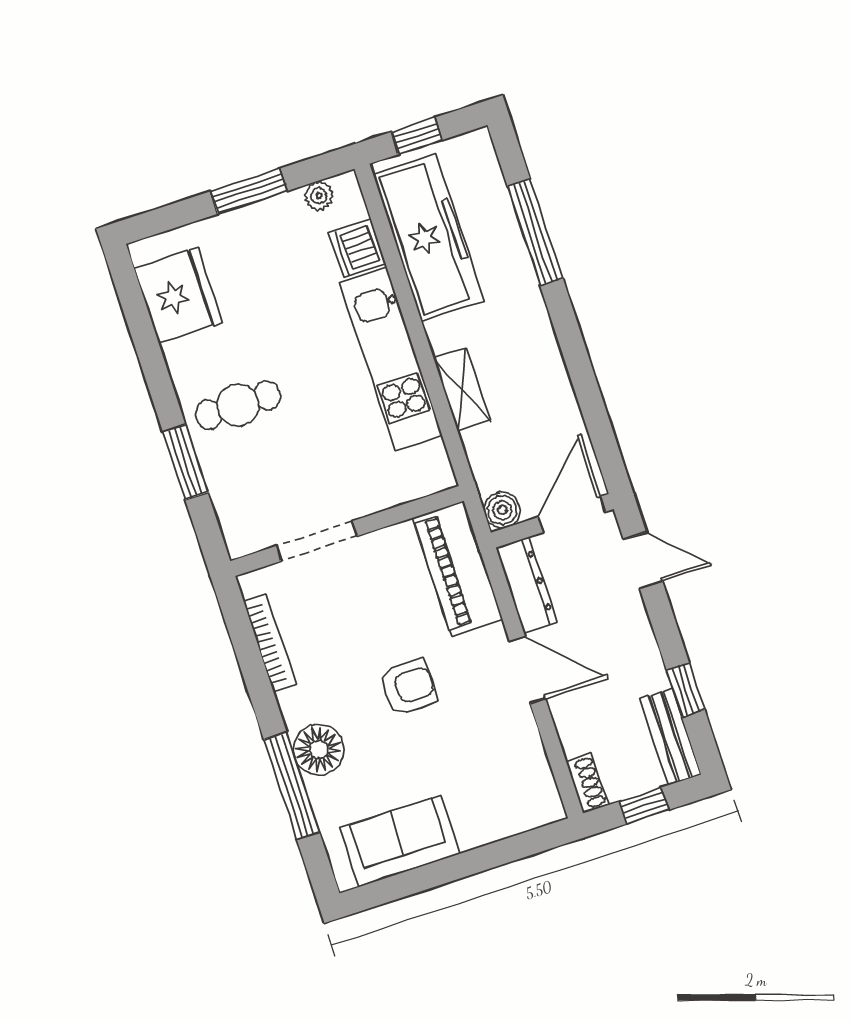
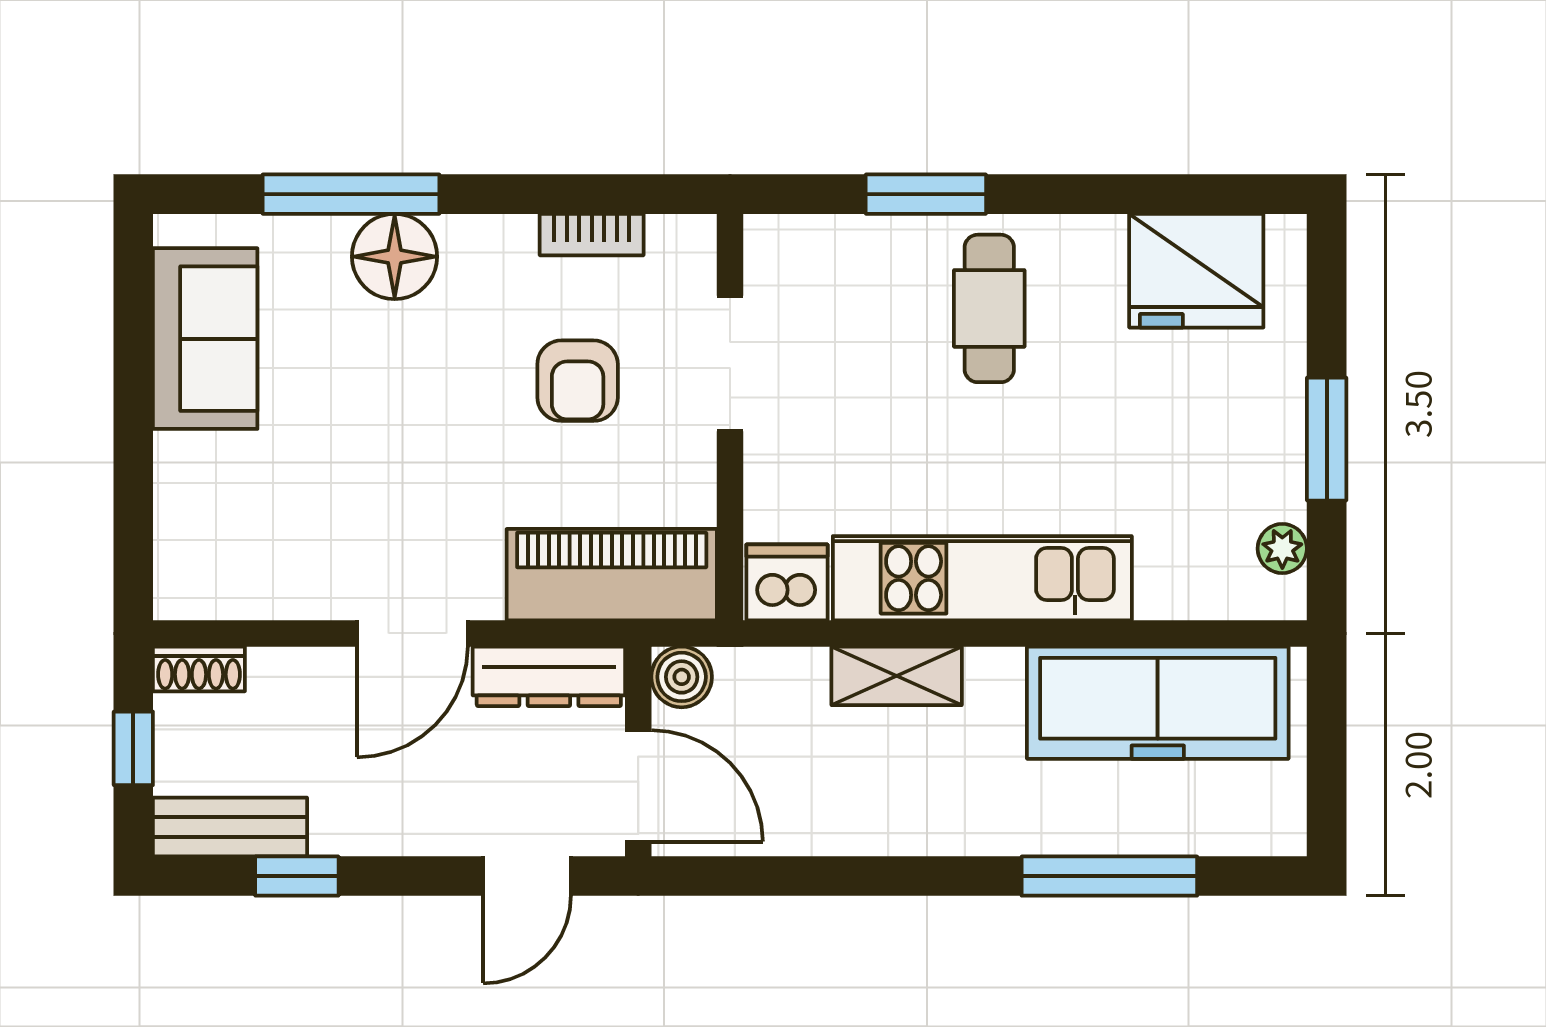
window: (417, 136) -> (1327, 738), removed
dishwasher: (357, 248) -> (787, 582), moved
bookcase: (270, 643) -> (592, 235), width x0.64
armchair: (408, 687) -> (578, 381), moved

